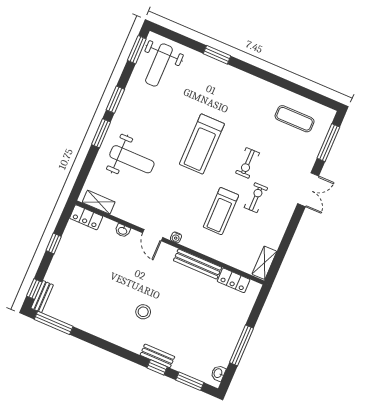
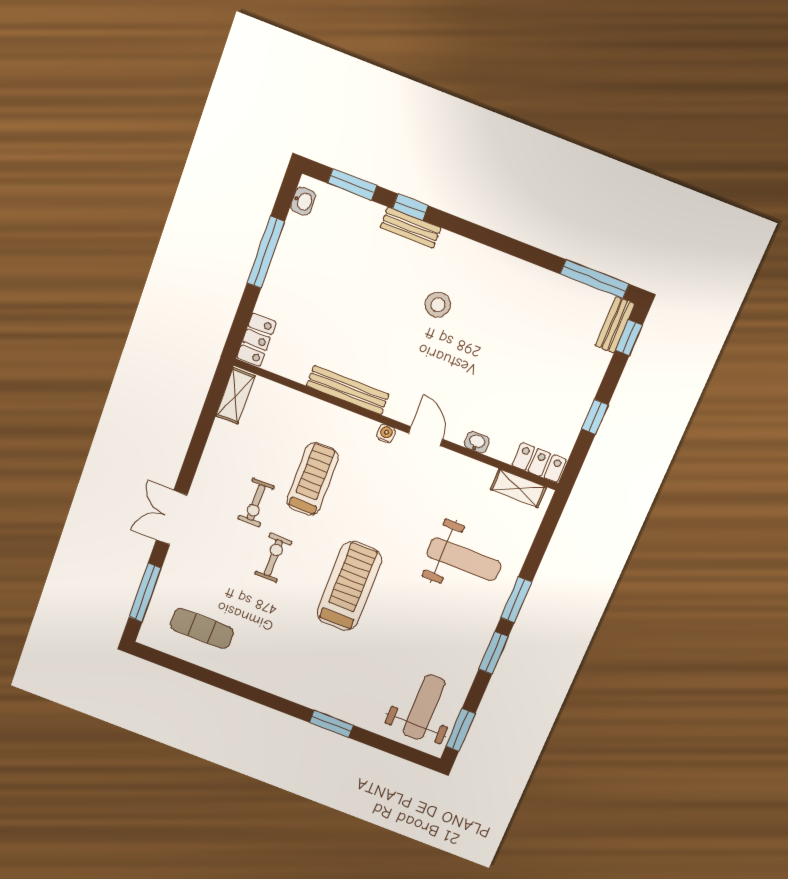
weight bench: (132, 159) -> (464, 559), turned 180
locker: (234, 280) -> (256, 340), moved, turned 90

